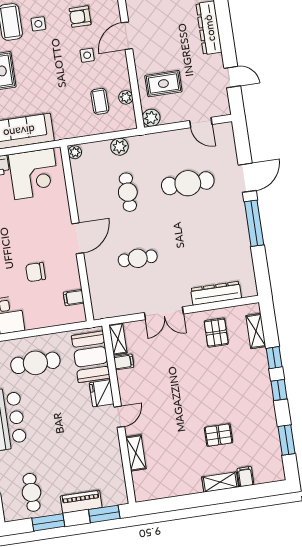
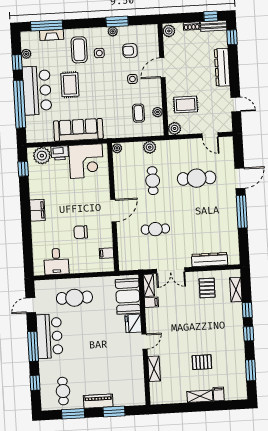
shelving: (118, 339) -> (149, 285), moved
booth: (91, 357) -> (128, 296), moved
filing cabinet: (124, 362) -> (151, 302), moved
fridge: (102, 393) -> (133, 323), moved
wall: (119, 414) -> (144, 340), moved
door: (119, 417) -> (144, 342), moved
shelving: (136, 453) -> (154, 369), moved

